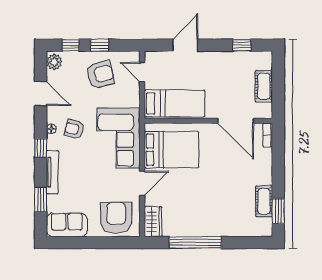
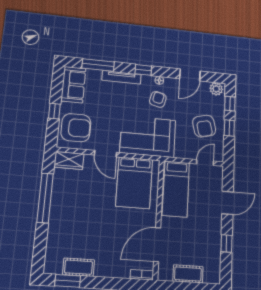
door: (185, 45) -> (227, 203), hinge flipped
window: (242, 45) -> (227, 243), moved
window: (41, 200) -> (98, 65), width x1.44
window: (100, 243) -> (54, 111), added

